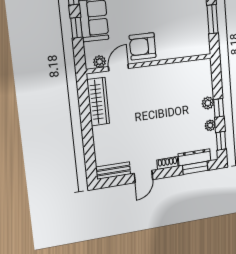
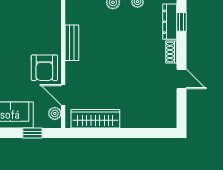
window: (76, 28) -> (32, 133), moved
window: (195, 168) -> (182, 22), width x0.67
bench: (113, 171) -> (72, 43), moved

